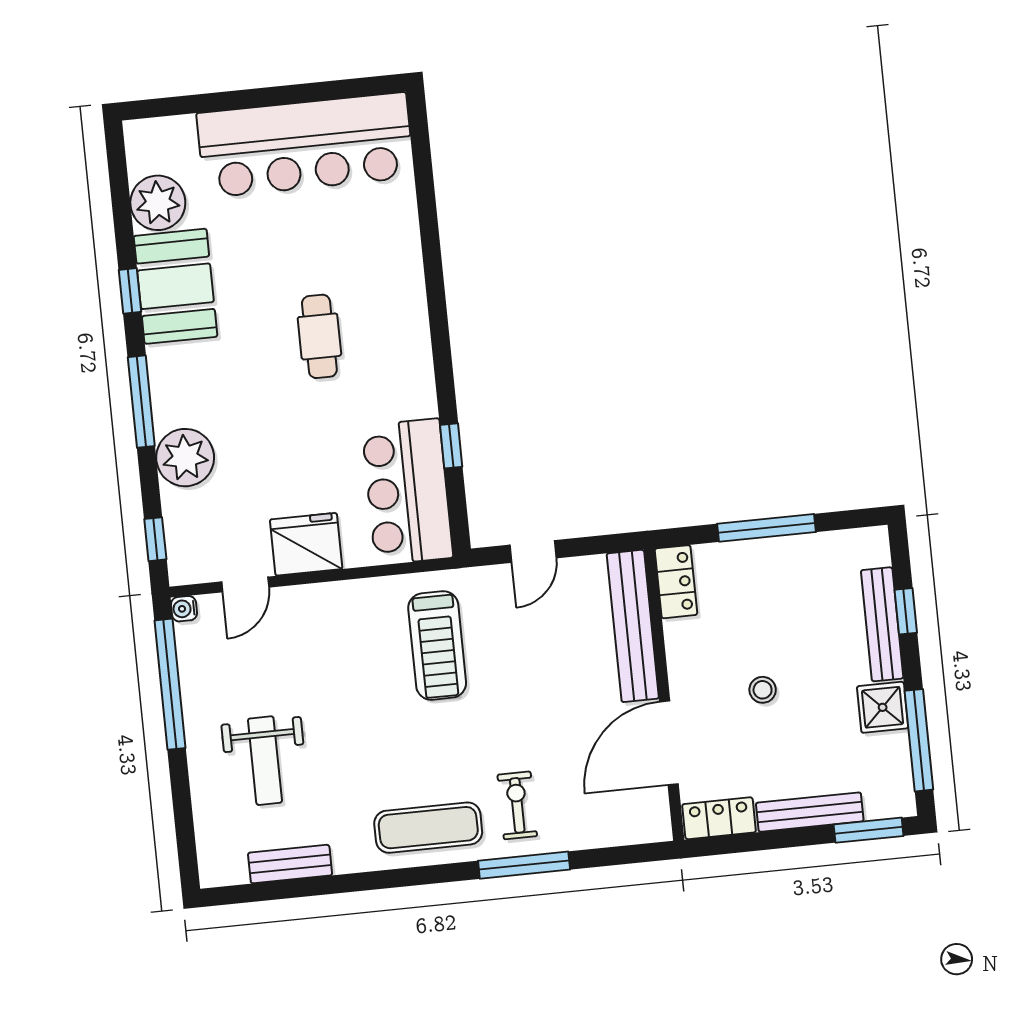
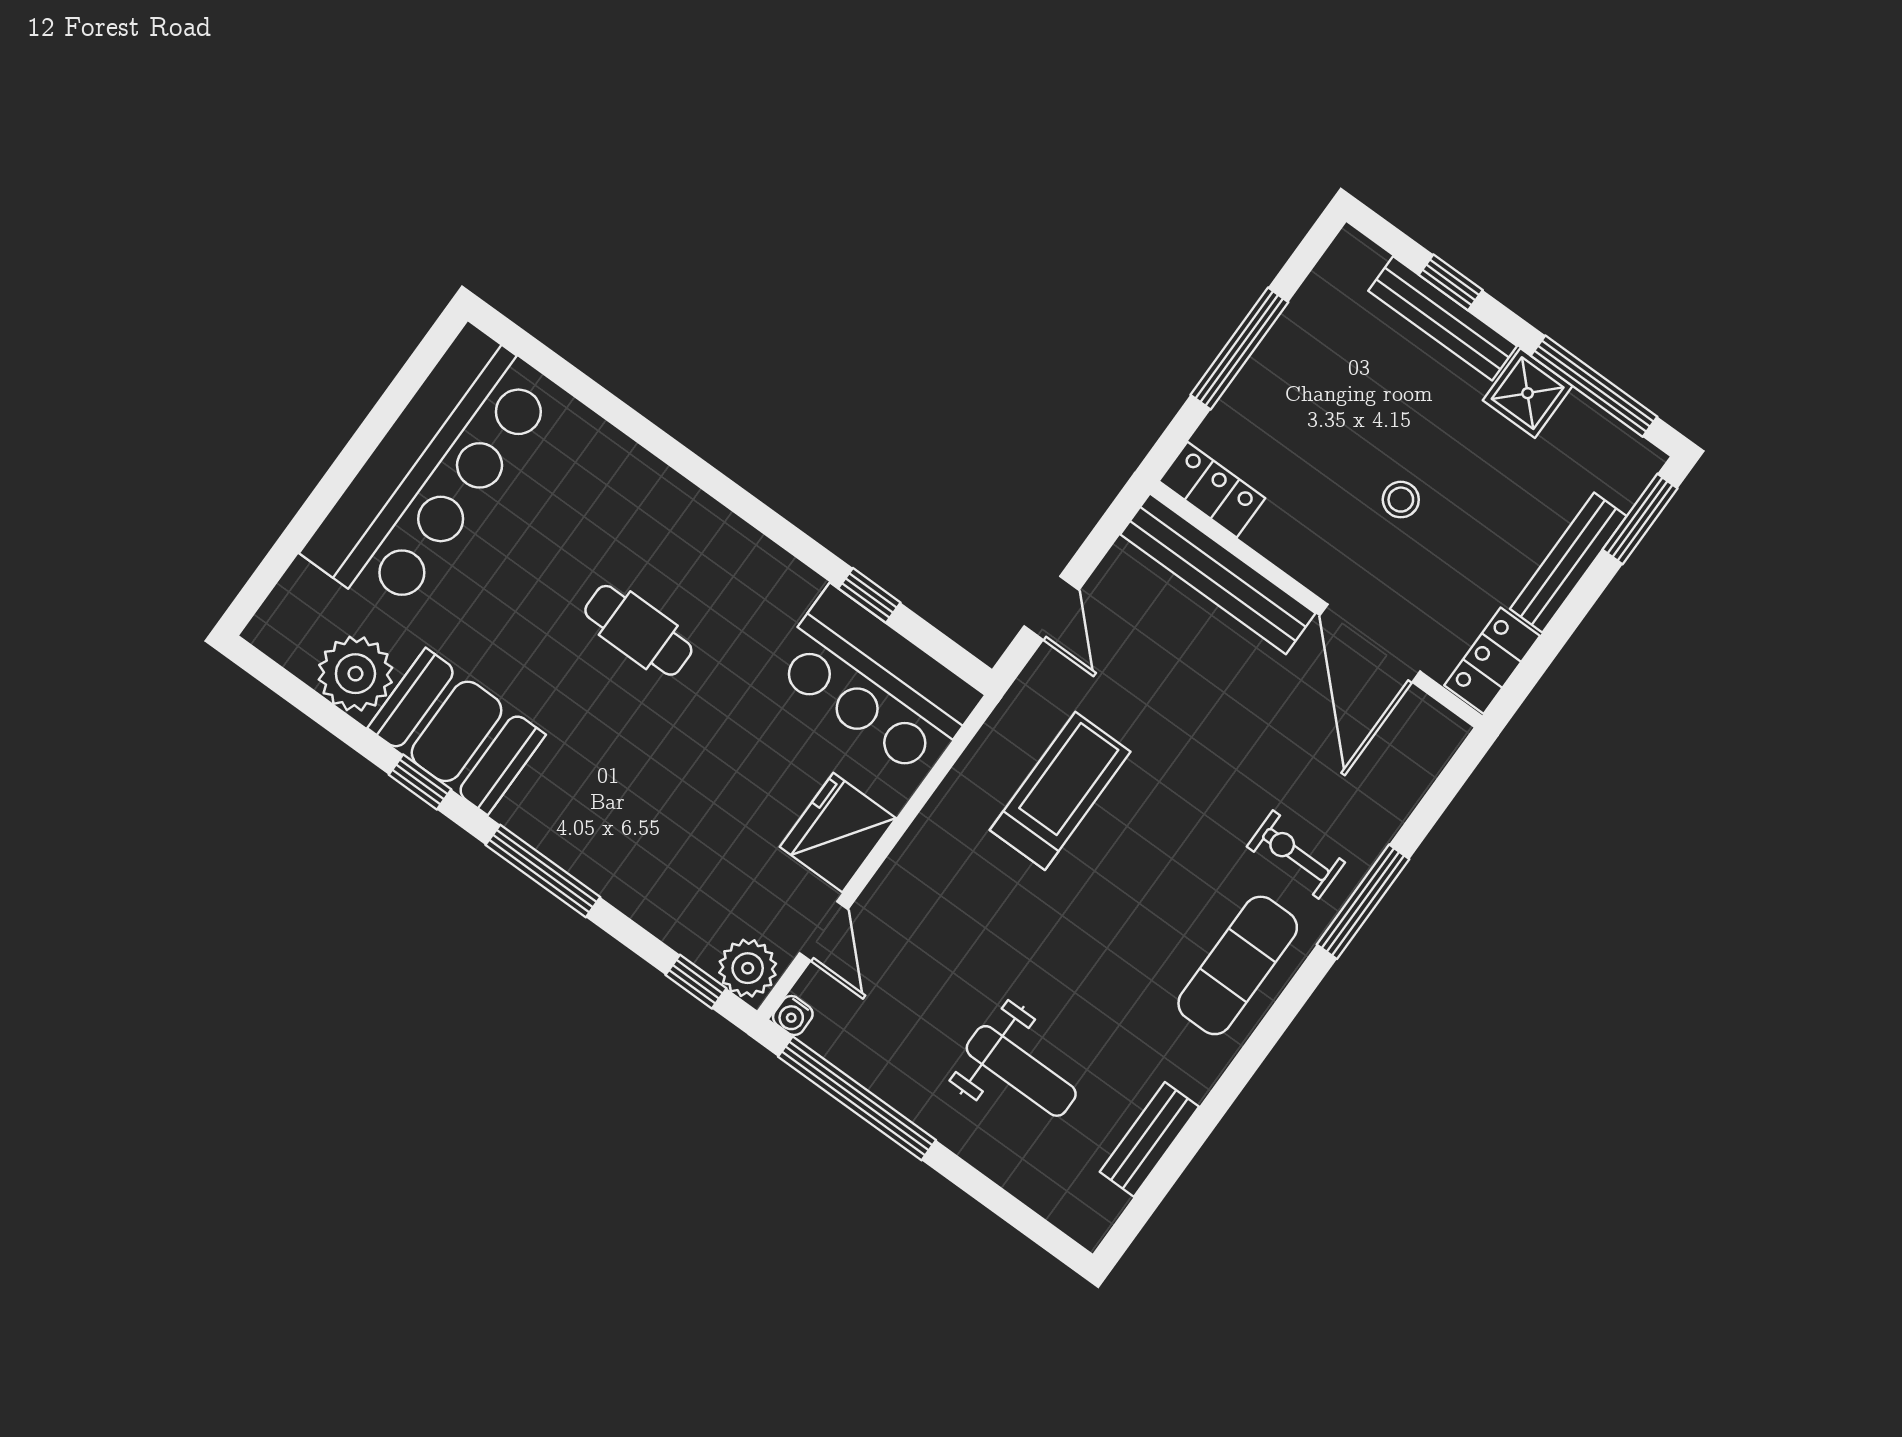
plant: (185, 458) -> (748, 968), moved, width x0.73, depth x0.73
treadmill: (437, 645) -> (1060, 791), turned -90

